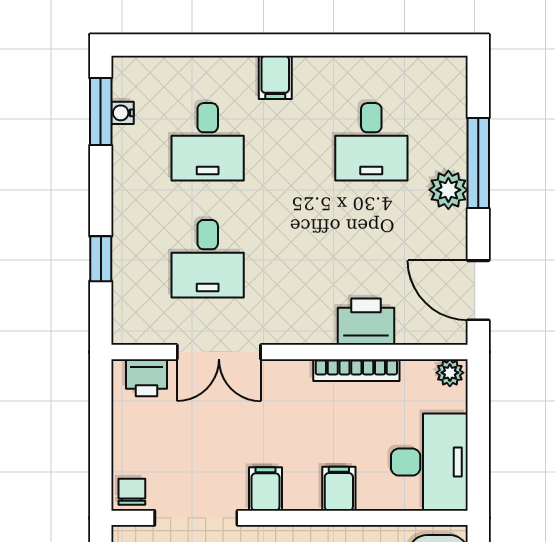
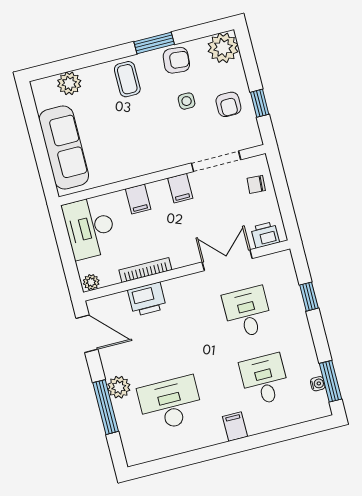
desk: (371, 142) -> (170, 404), width x1.37
chair: (132, 492) -> (256, 184), moved, turned 94

